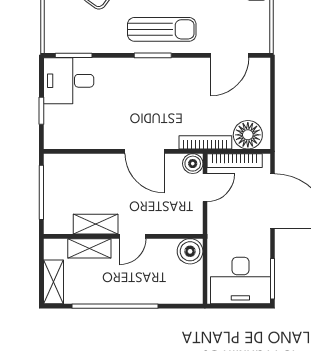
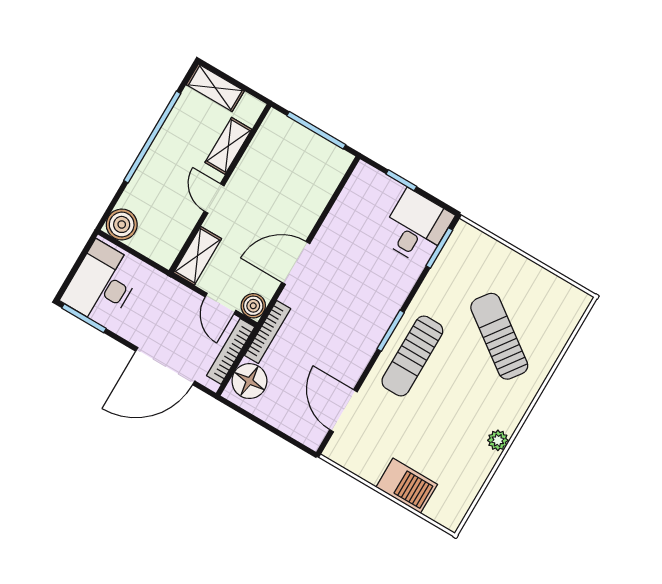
shelving: (96, 224) -> (198, 256), moved
boiler: (190, 251) -> (122, 224), moved

